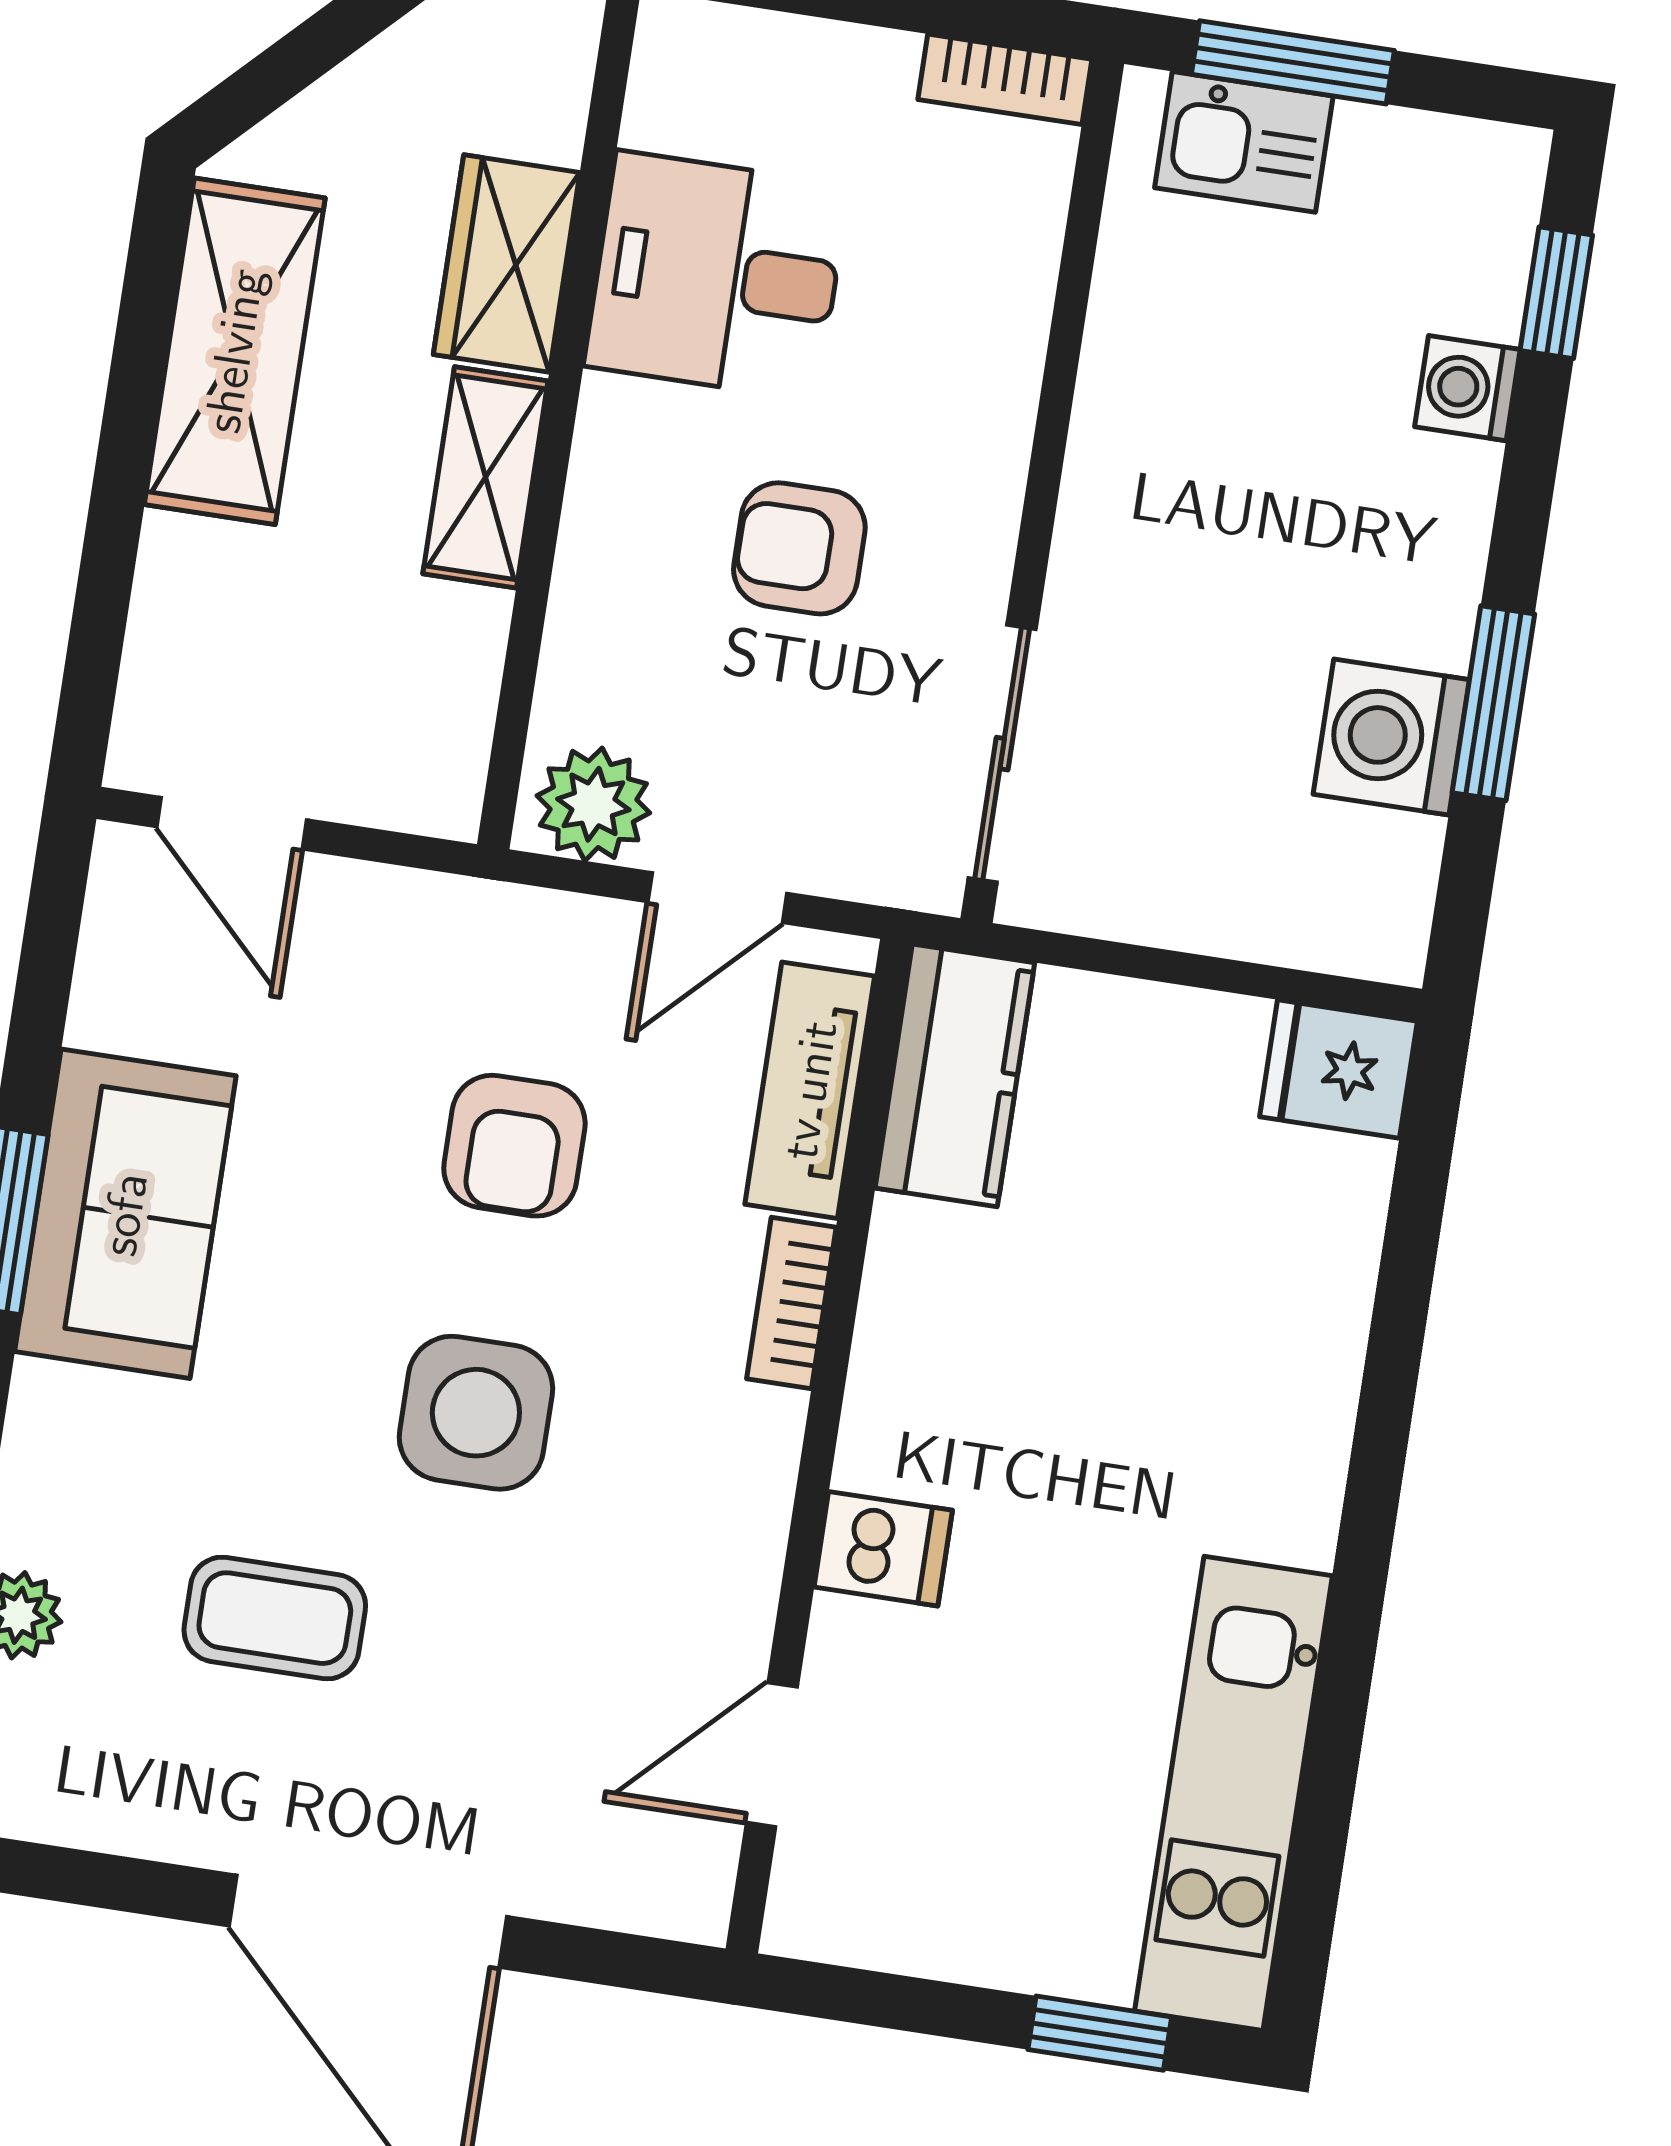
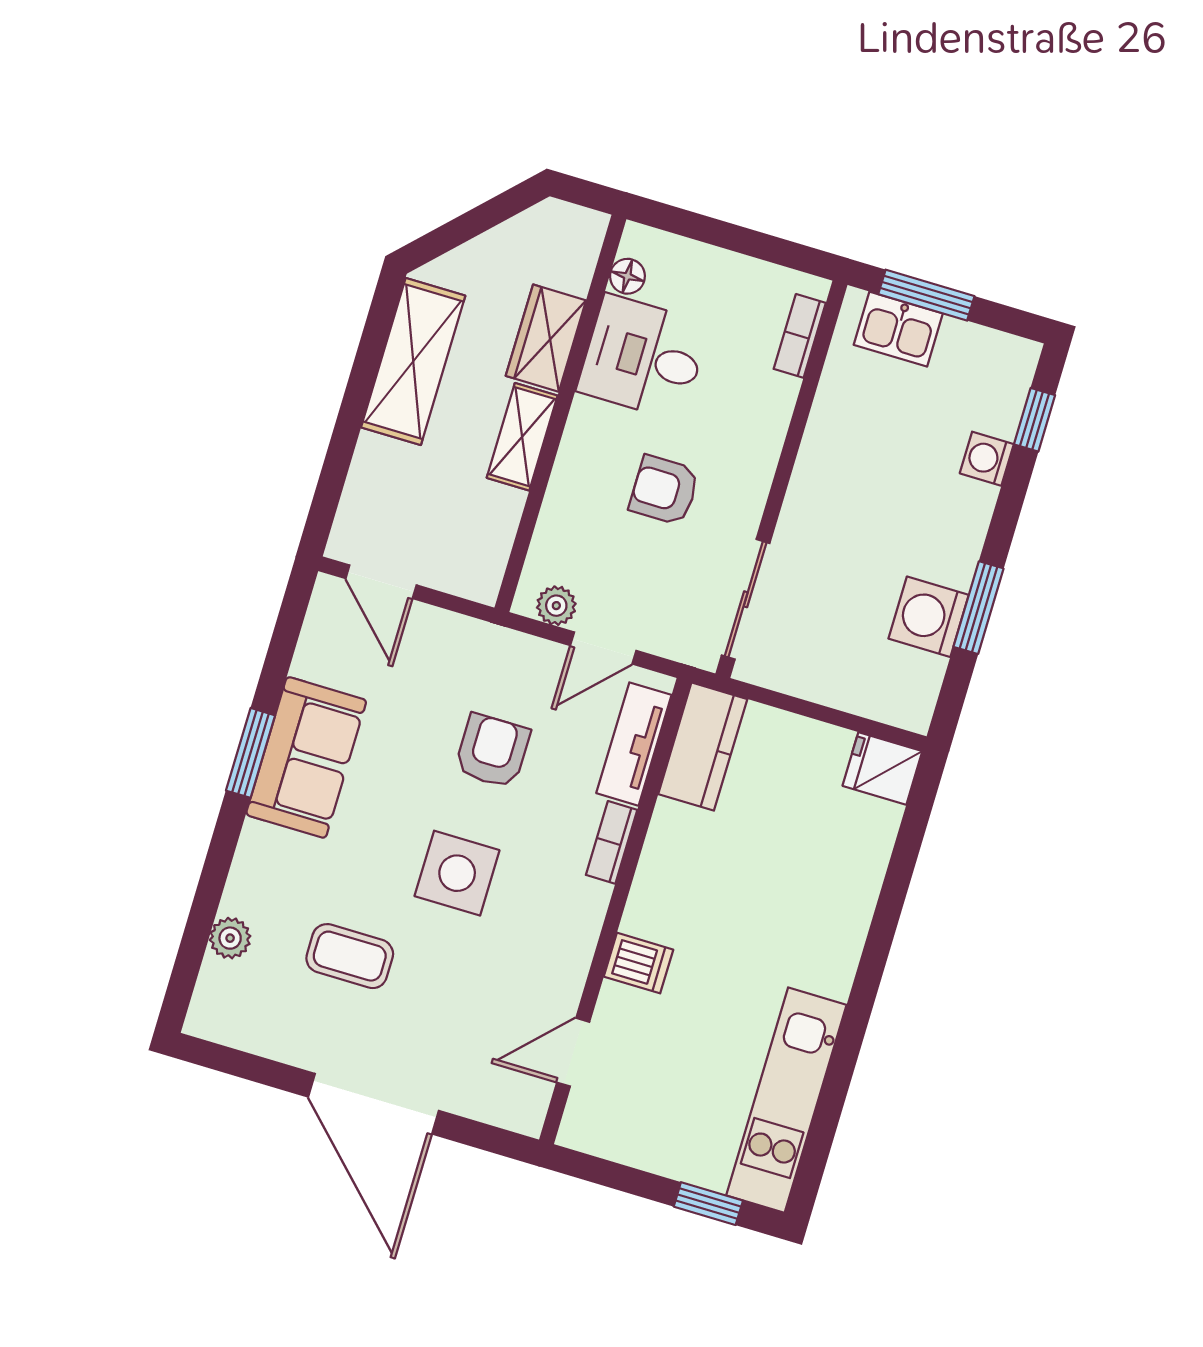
bookcase: (1005, 79) -> (800, 336), moved, turned 90
floor lamp: (660, 110) -> (627, 276), added
plant: (593, 804) -> (556, 606), width x0.73, depth x0.73
armchair: (514, 1146) -> (492, 751), turned 180

